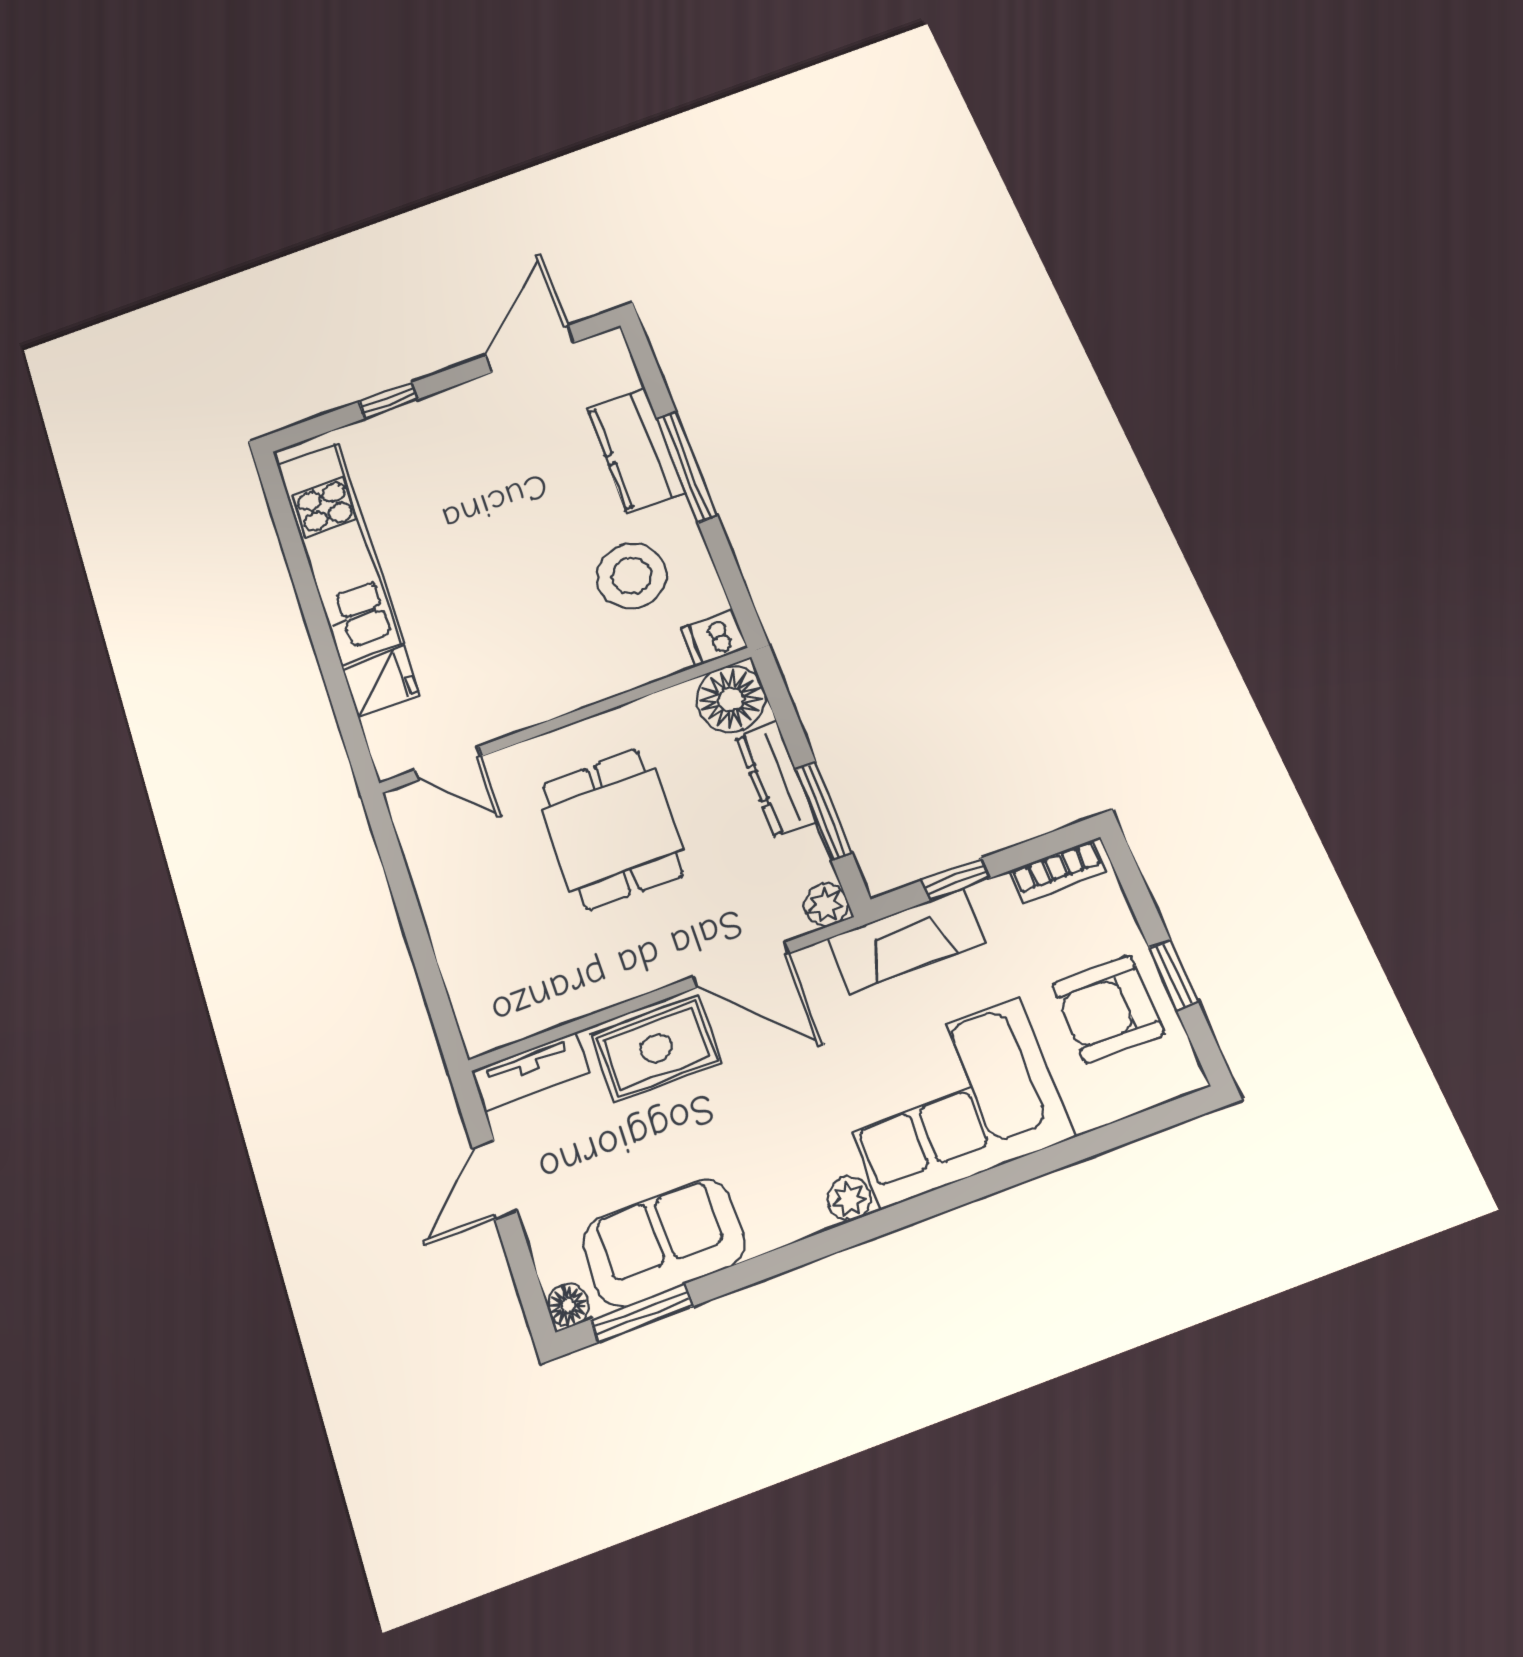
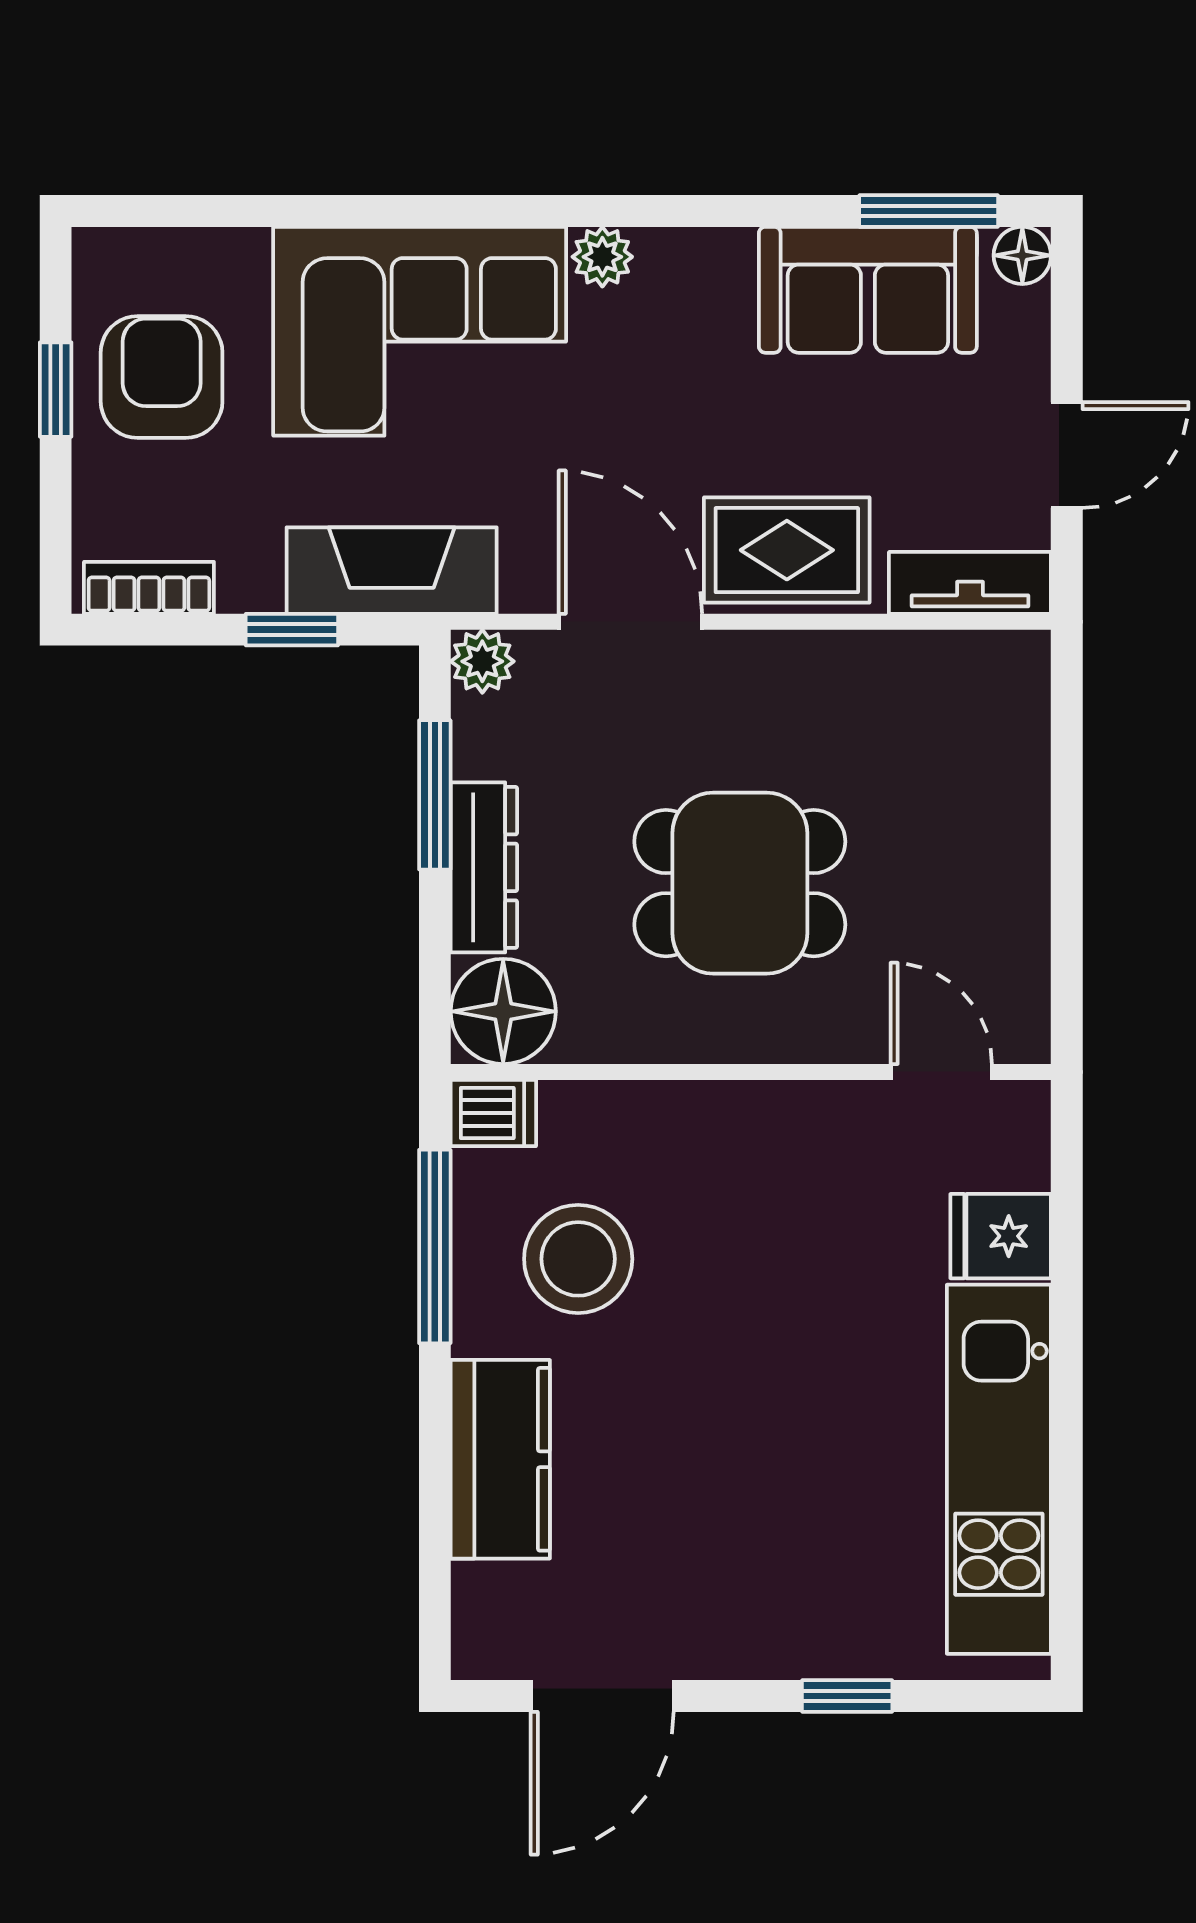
window: (687, 467) -> (435, 1246), moved
dining table: (612, 829) -> (740, 883), turned 90
armchair: (1108, 1009) -> (162, 377), turned -90

